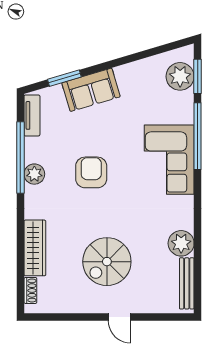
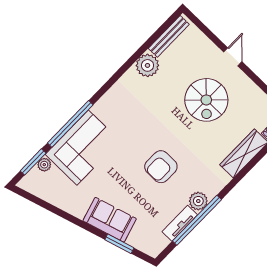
plant: (180, 76) -> (44, 165), width x0.53, depth x0.53
tv unit: (32, 115) -> (180, 223), moved
corner sofa: (169, 160) -> (83, 148), moved
spiral stairs: (107, 262) -> (206, 100), turned 90

